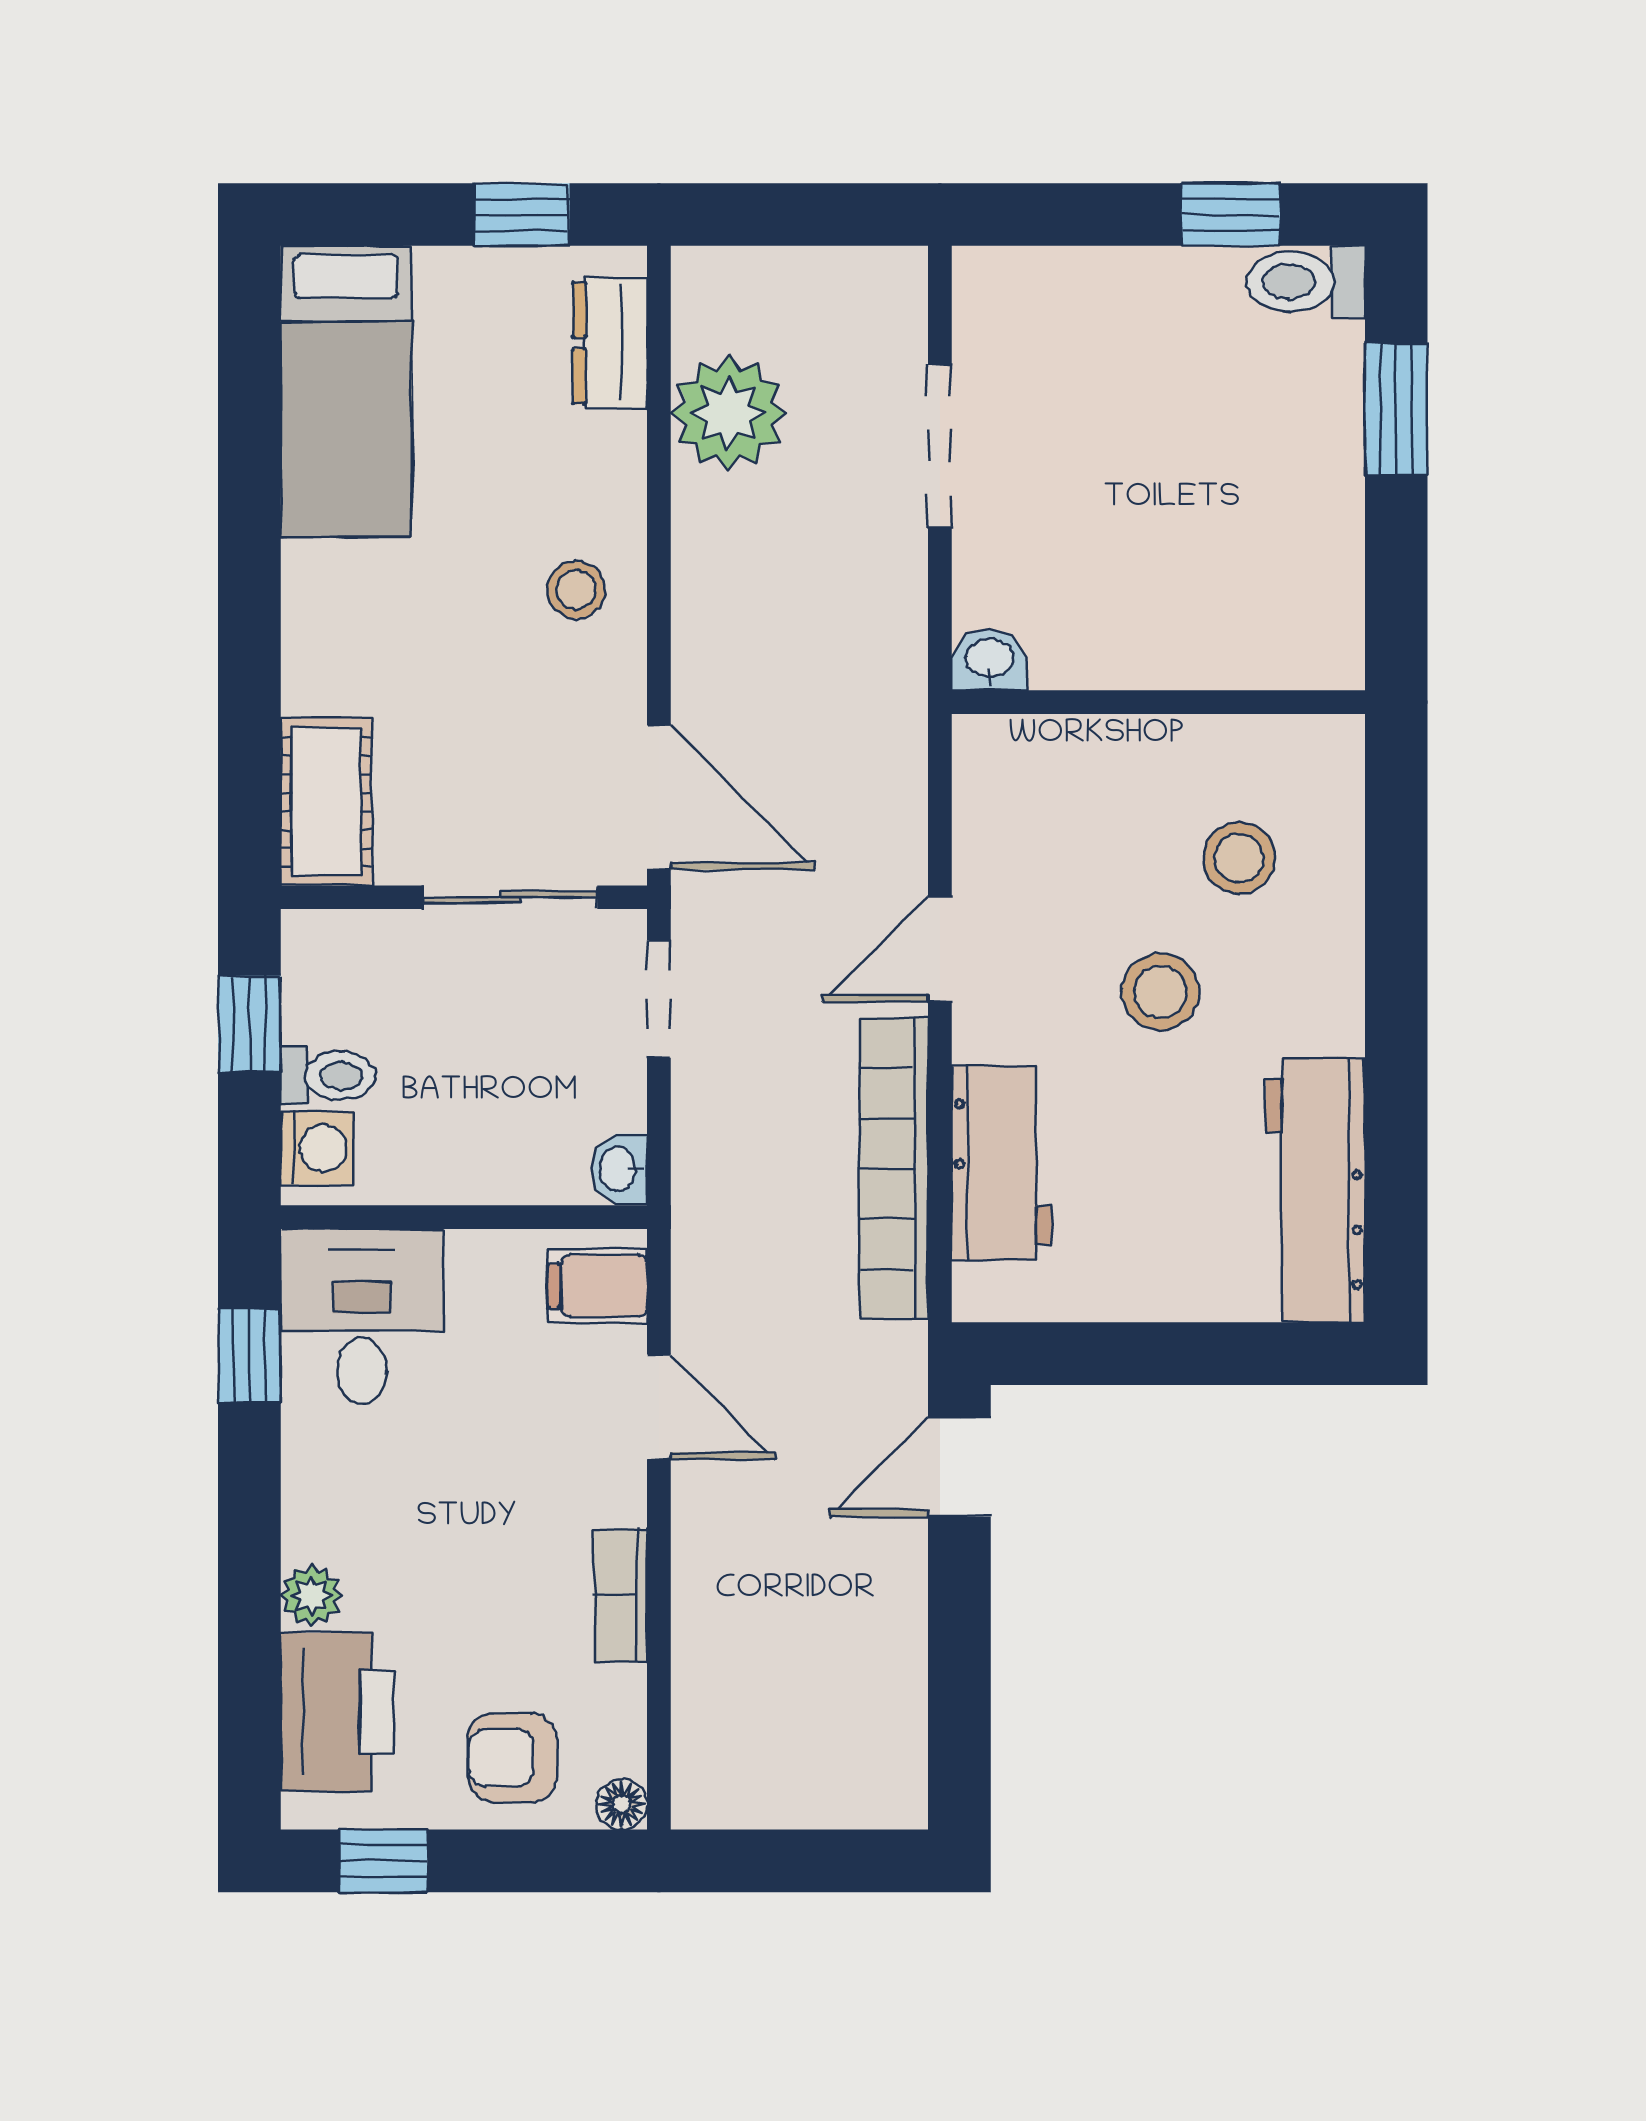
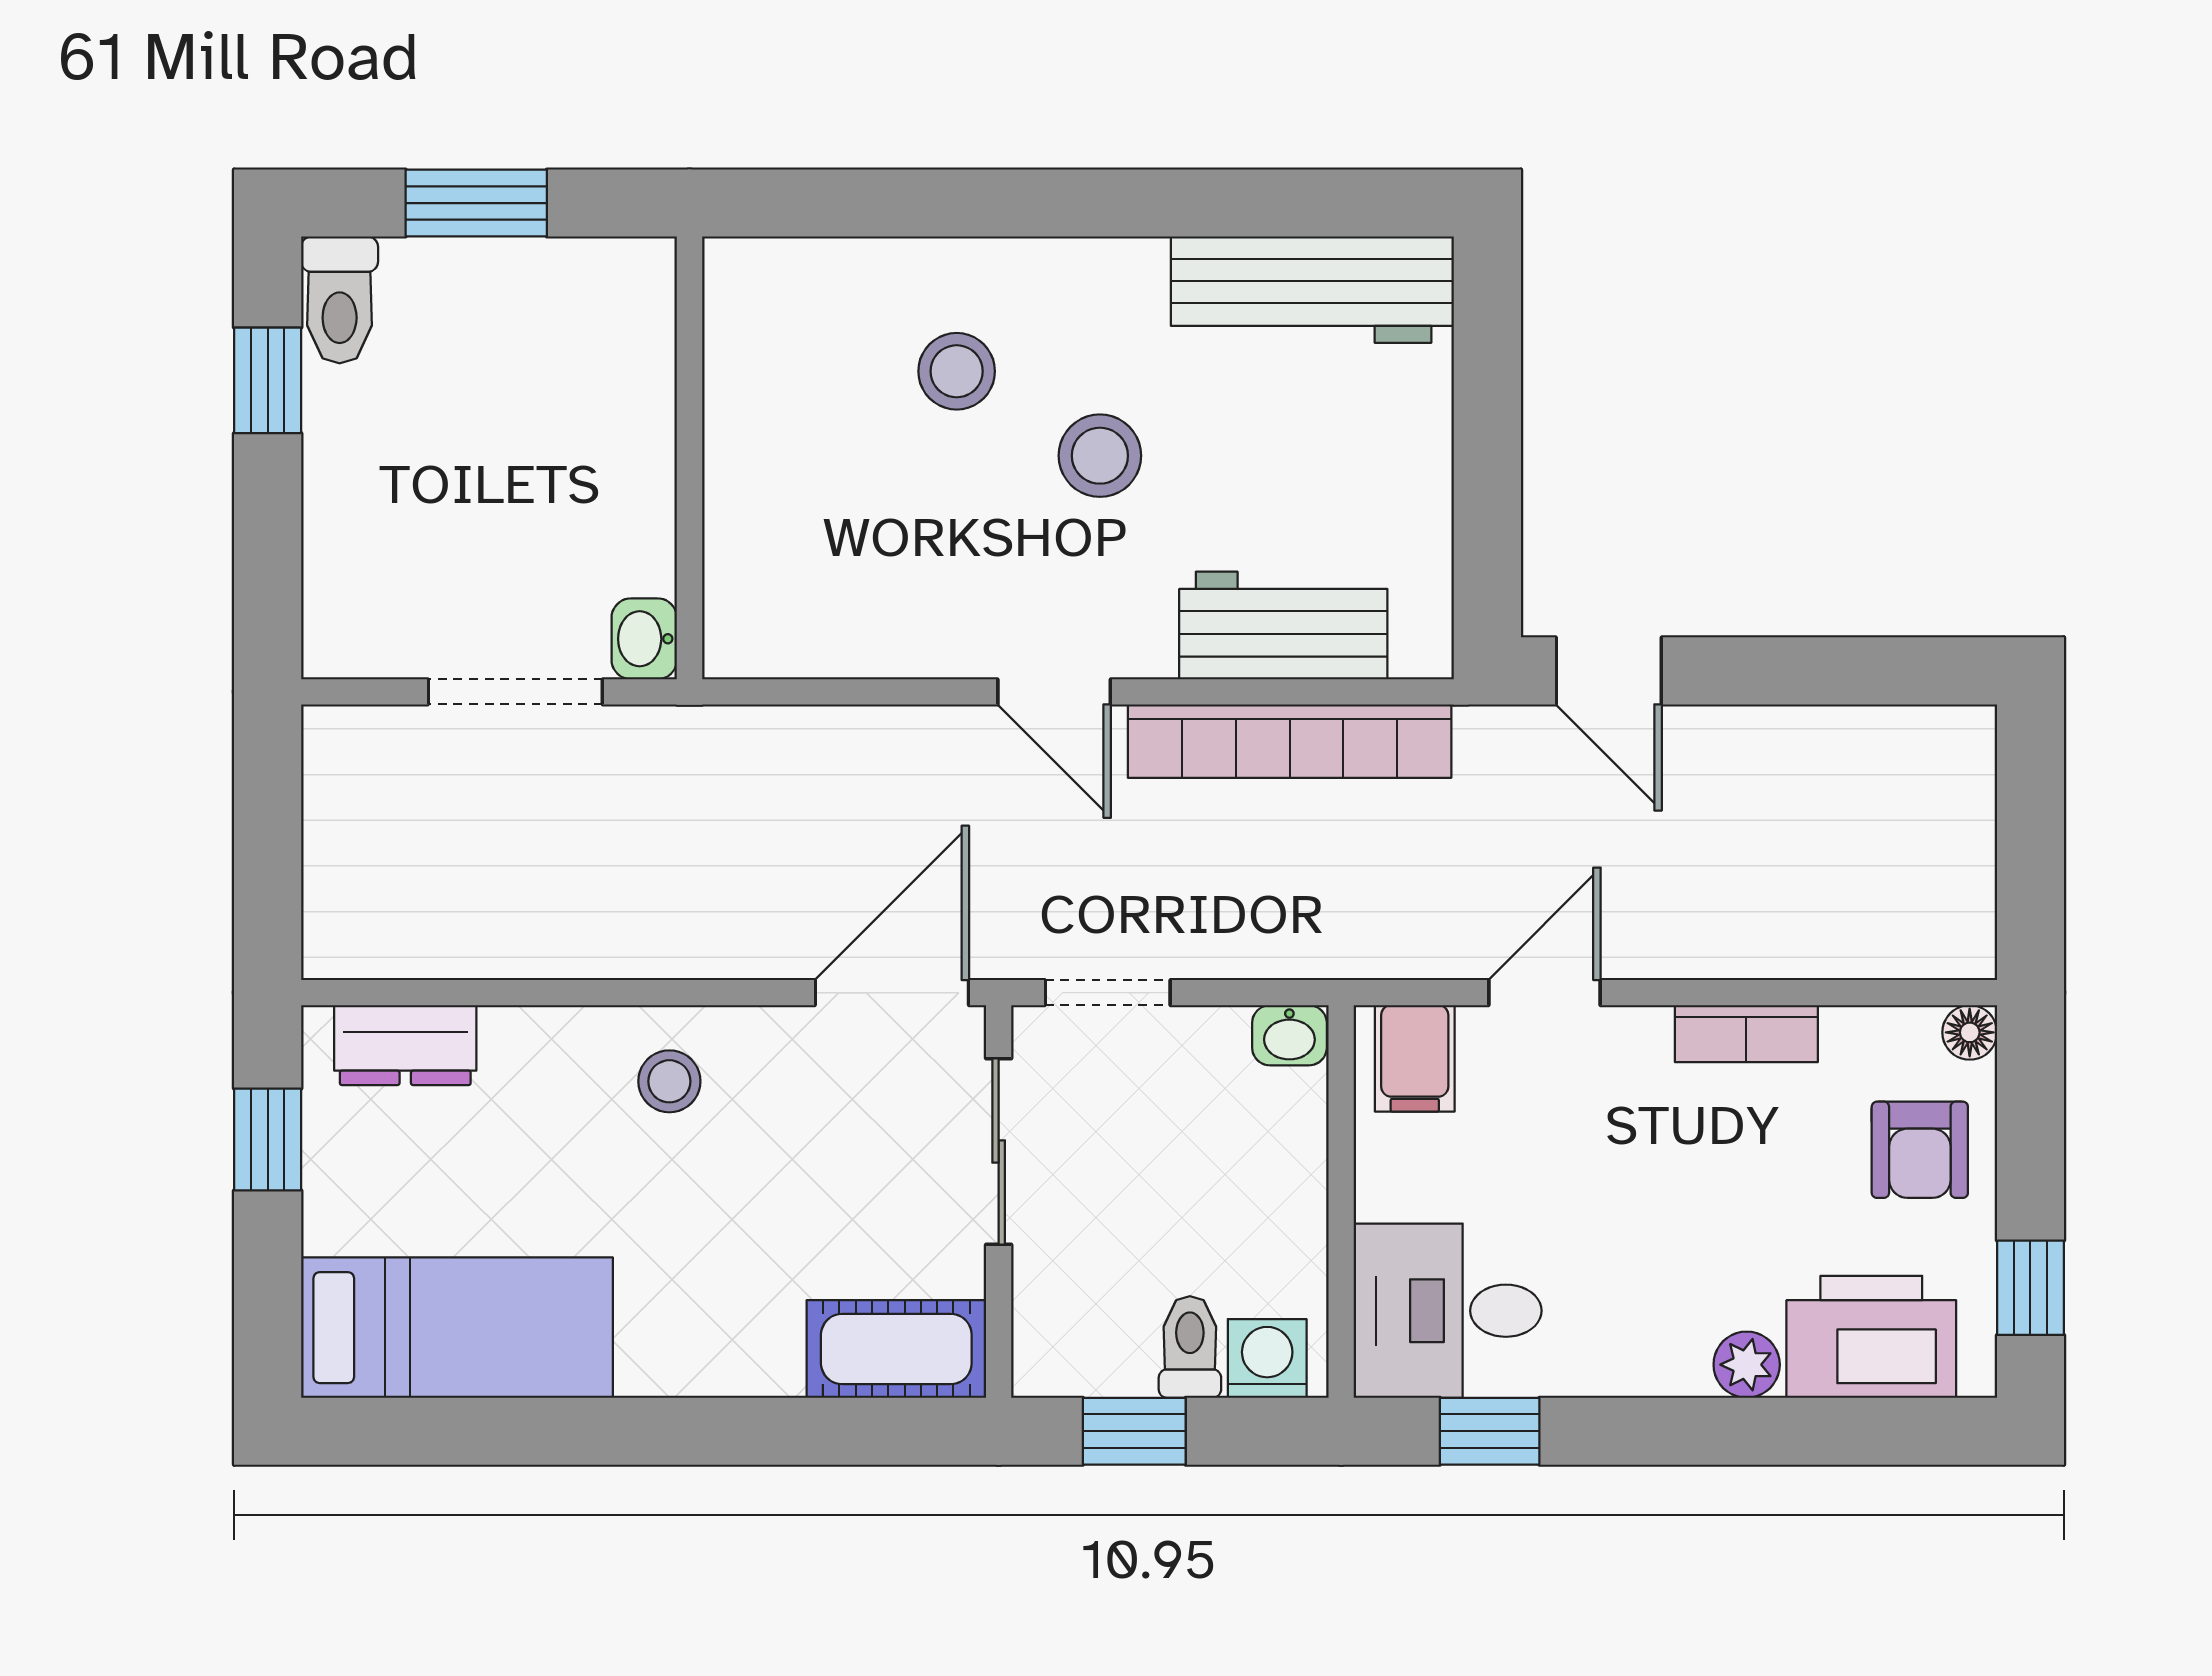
plant: (728, 413) -> (480, 918), removed
washbasin: (989, 660) -> (644, 639), moved
wall: (1158, 702) -> (690, 458), moved

